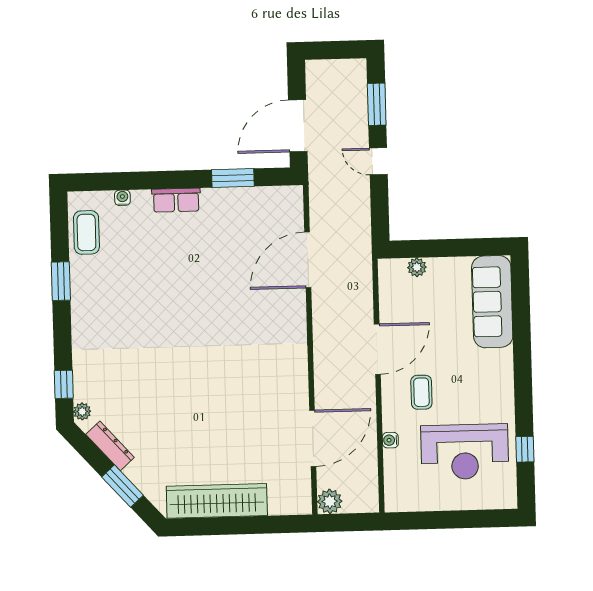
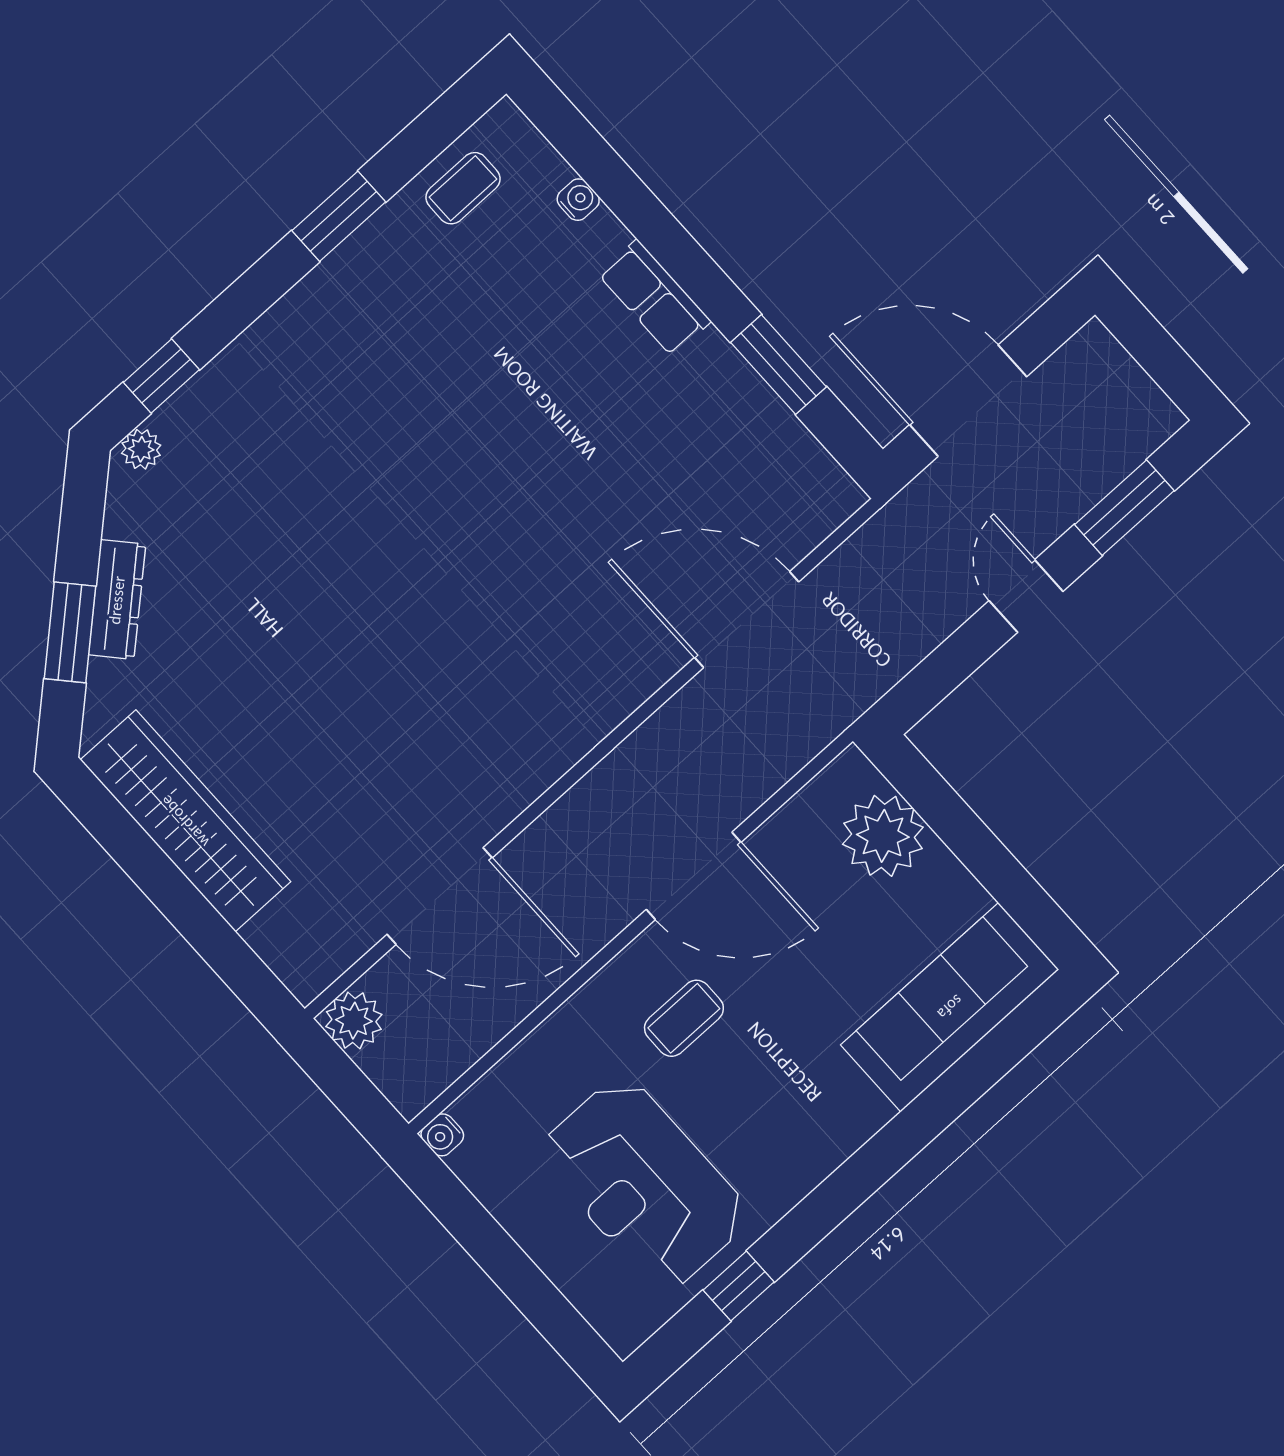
coffee table: (86, 232) -> (463, 188), width x0.73, depth x0.77
plant: (417, 267) -> (883, 836), width x1.88, depth x1.88
water cooler: (390, 440) -> (442, 1135), moved, turned -90
dresser: (110, 446) -> (117, 600), moved

